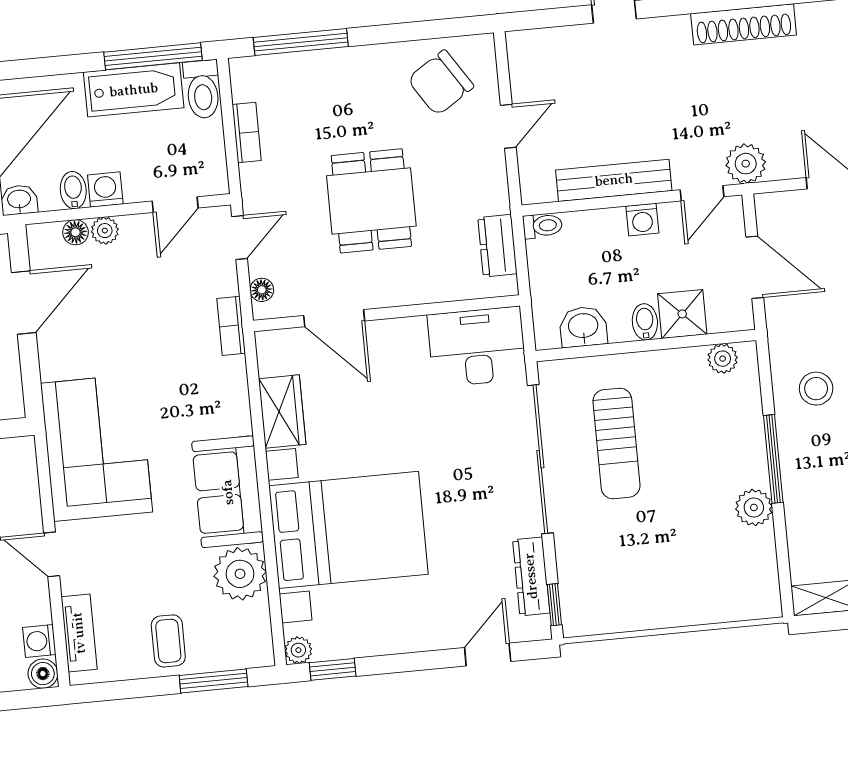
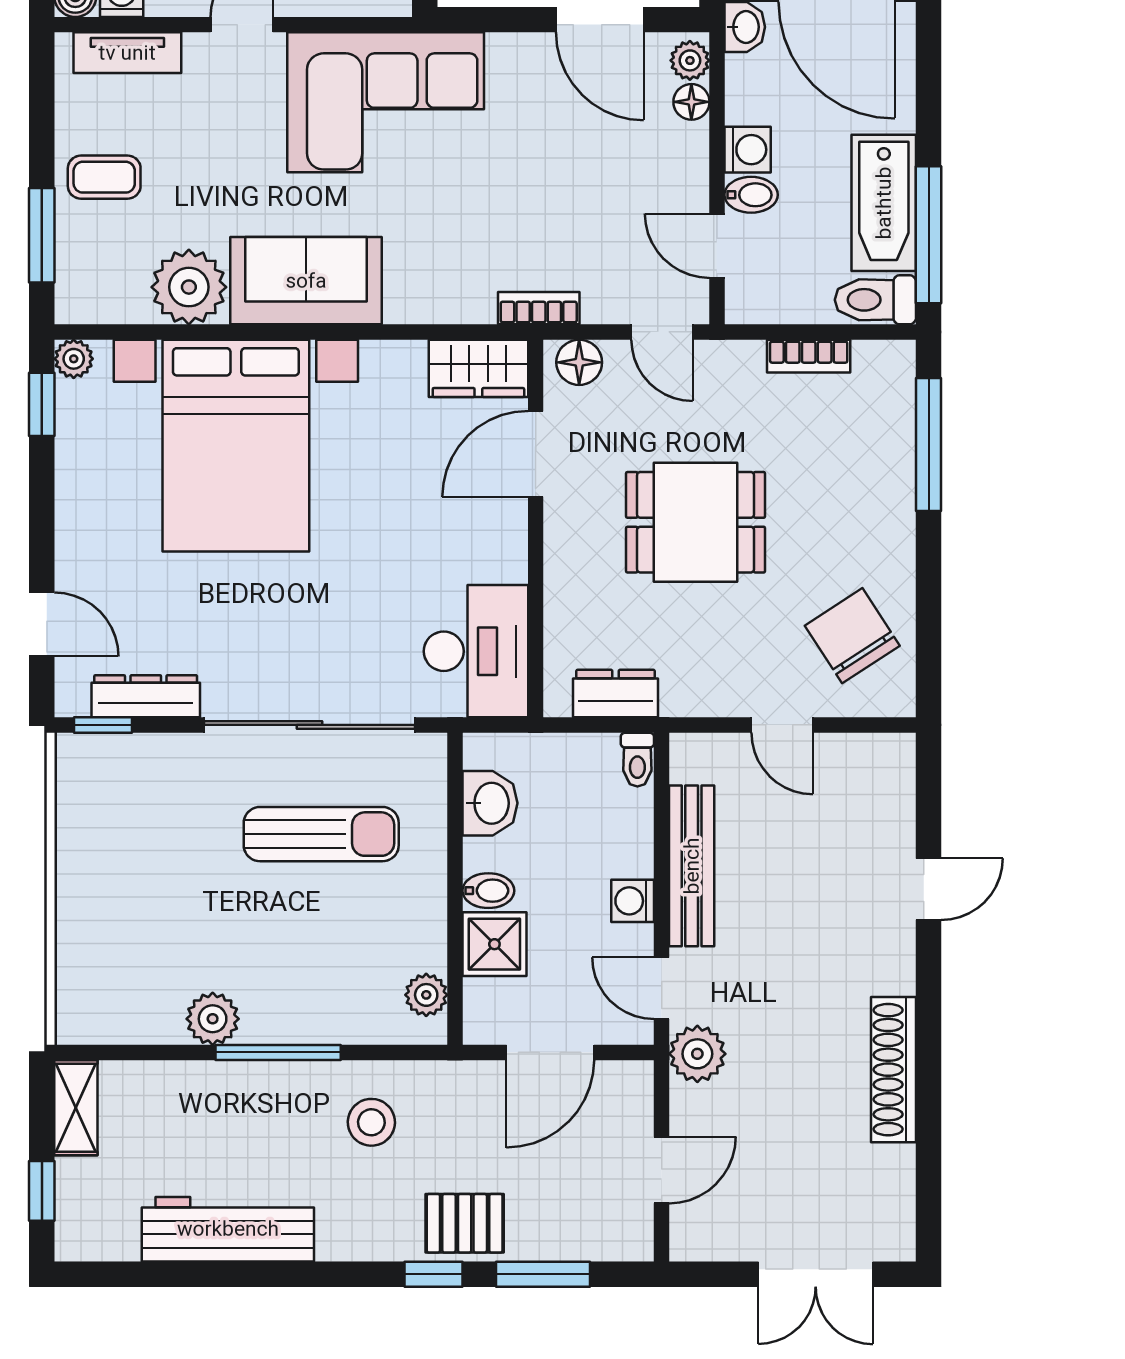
bidet: (73, 190) -> (751, 195), moved
plant: (105, 231) -> (690, 60), moved
floor lamp: (262, 290) -> (579, 362), width x1.37, depth x1.37
wardrobe: (282, 411) -> (478, 368), moved
sun lounger: (616, 443) -> (321, 834), turned 180

